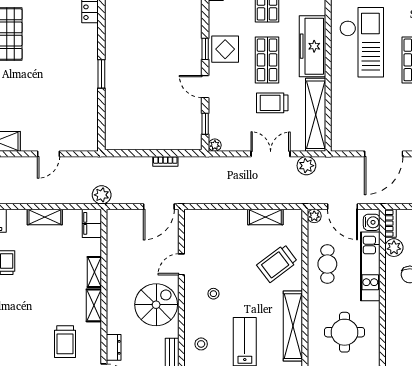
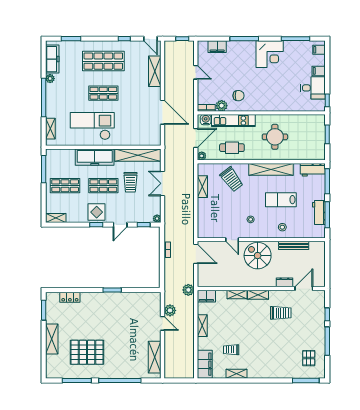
plant: (306, 166) -> (170, 310), moved

